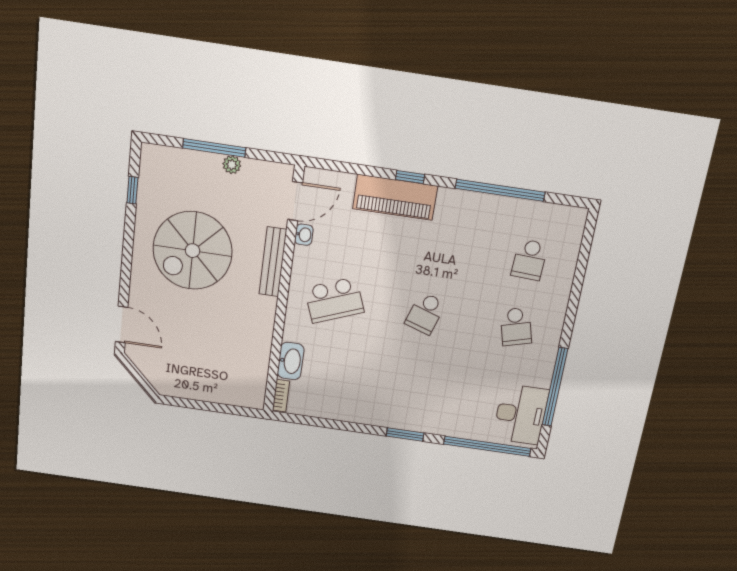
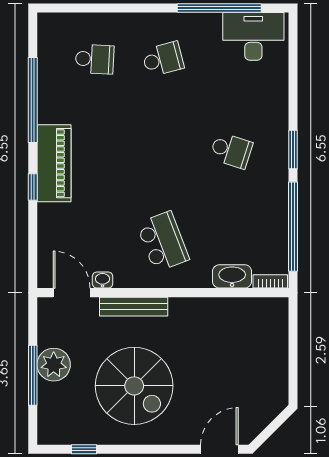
plant: (232, 165) -> (54, 365), width x1.88, depth x1.88
piano: (395, 197) -> (54, 163), moved
school desk: (425, 313) -> (231, 150), moved
window: (487, 446) -> (293, 227), moved

